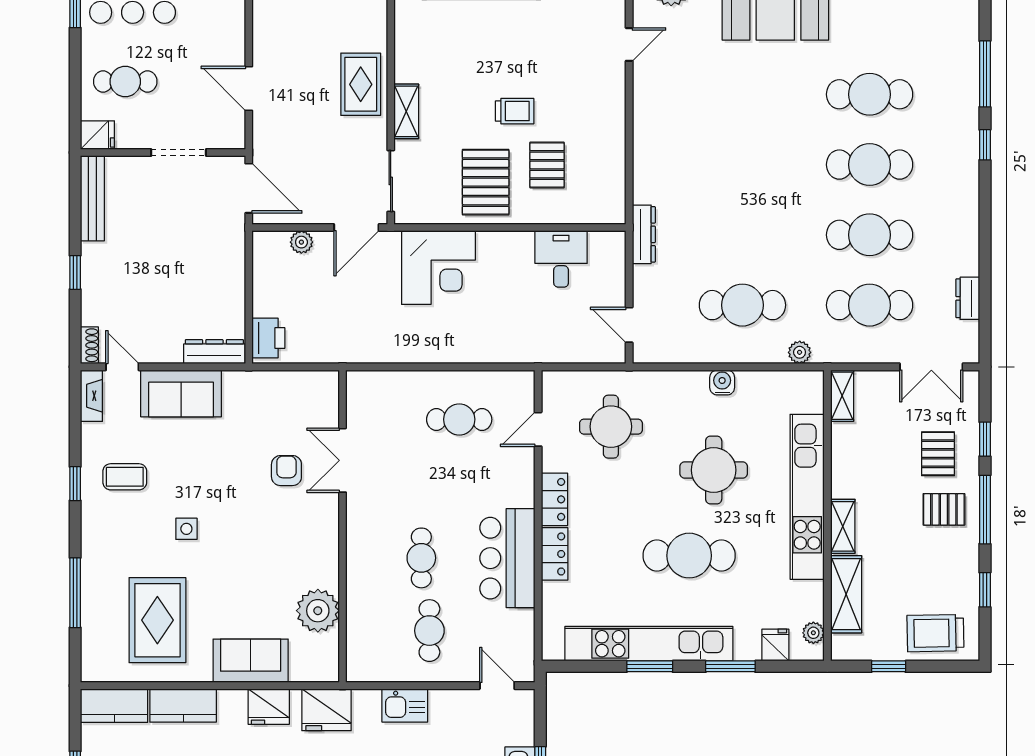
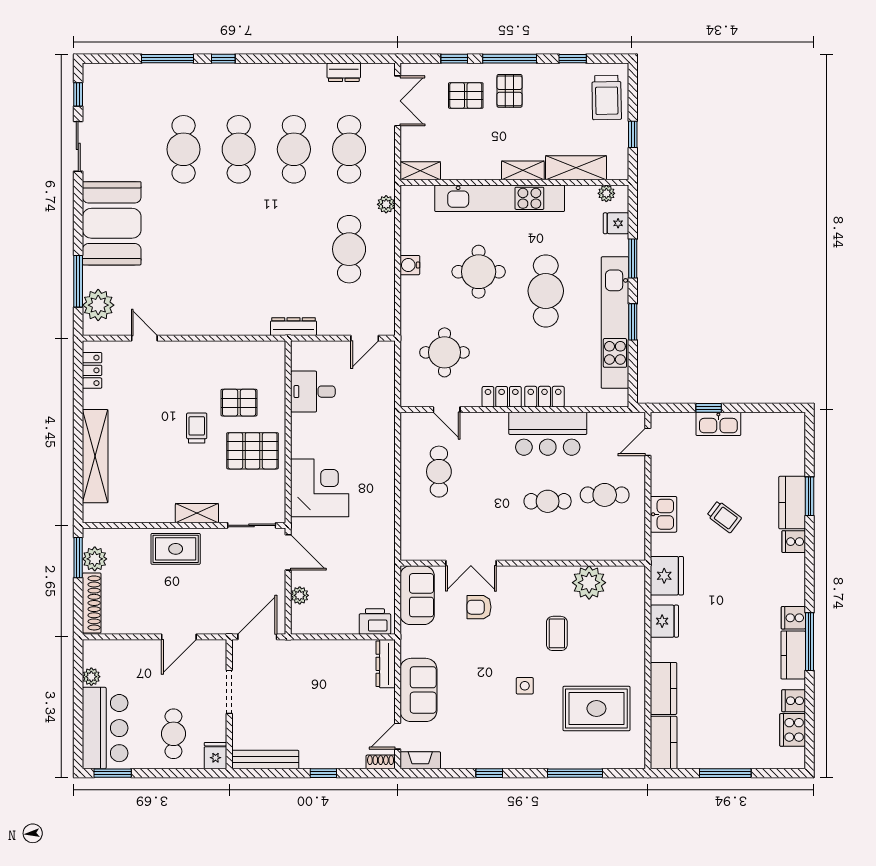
coffee table: (125, 477) -> (557, 633), moved
sofa: (251, 661) -> (417, 595), moved, turned 180

